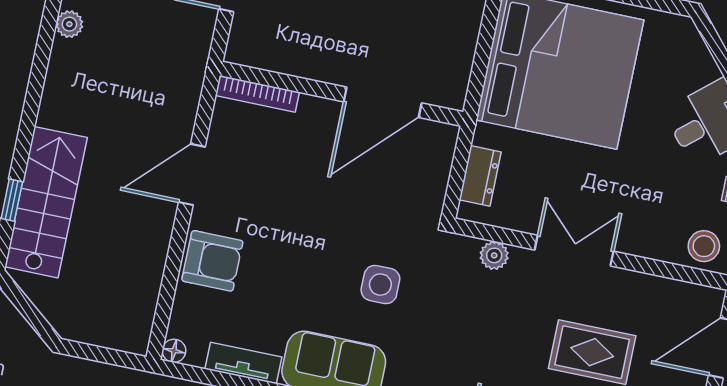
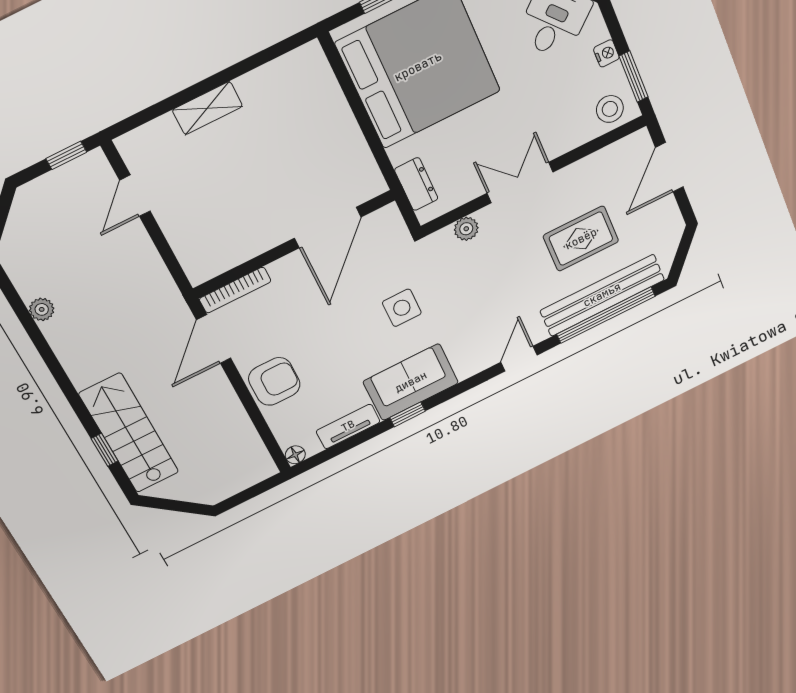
bookcase: (257, 94) -> (235, 290), moved
wall: (342, 94) -> (294, 244), moved
door: (383, 102) -> (328, 228), moved

